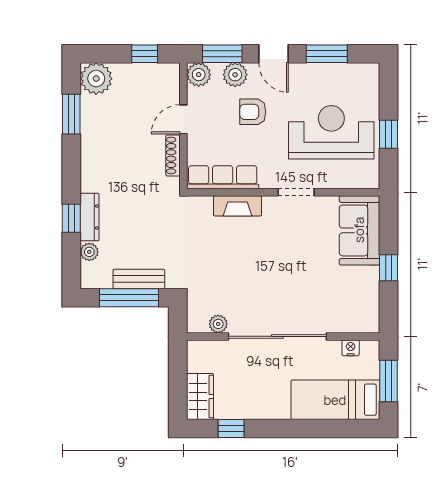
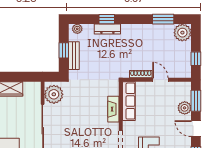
door: (274, 54) -> (196, 129), hinge flipped
plant: (199, 75) -> (185, 88), removed
armchair: (253, 112) -> (164, 117), removed
plant: (89, 252) -> (77, 29), moved
window: (129, 298) -> (64, 50), width x0.46
plant: (218, 324) -> (54, 94), width x1.87, depth x1.87

